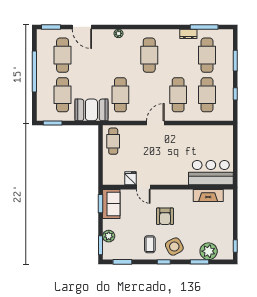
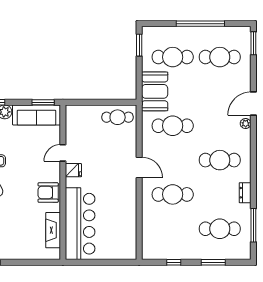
door: (82, 27) -> (253, 104), moved
dresser: (188, 34) -> (245, 193), moved
cafe table: (207, 95) -> (173, 229), removed
bar counter: (211, 173) -> (80, 224), width x1.36
fridge: (131, 178) -> (73, 170), moved
sofa: (111, 204) -> (37, 115), width x1.36
armchair: (165, 216) -> (48, 193), moved

